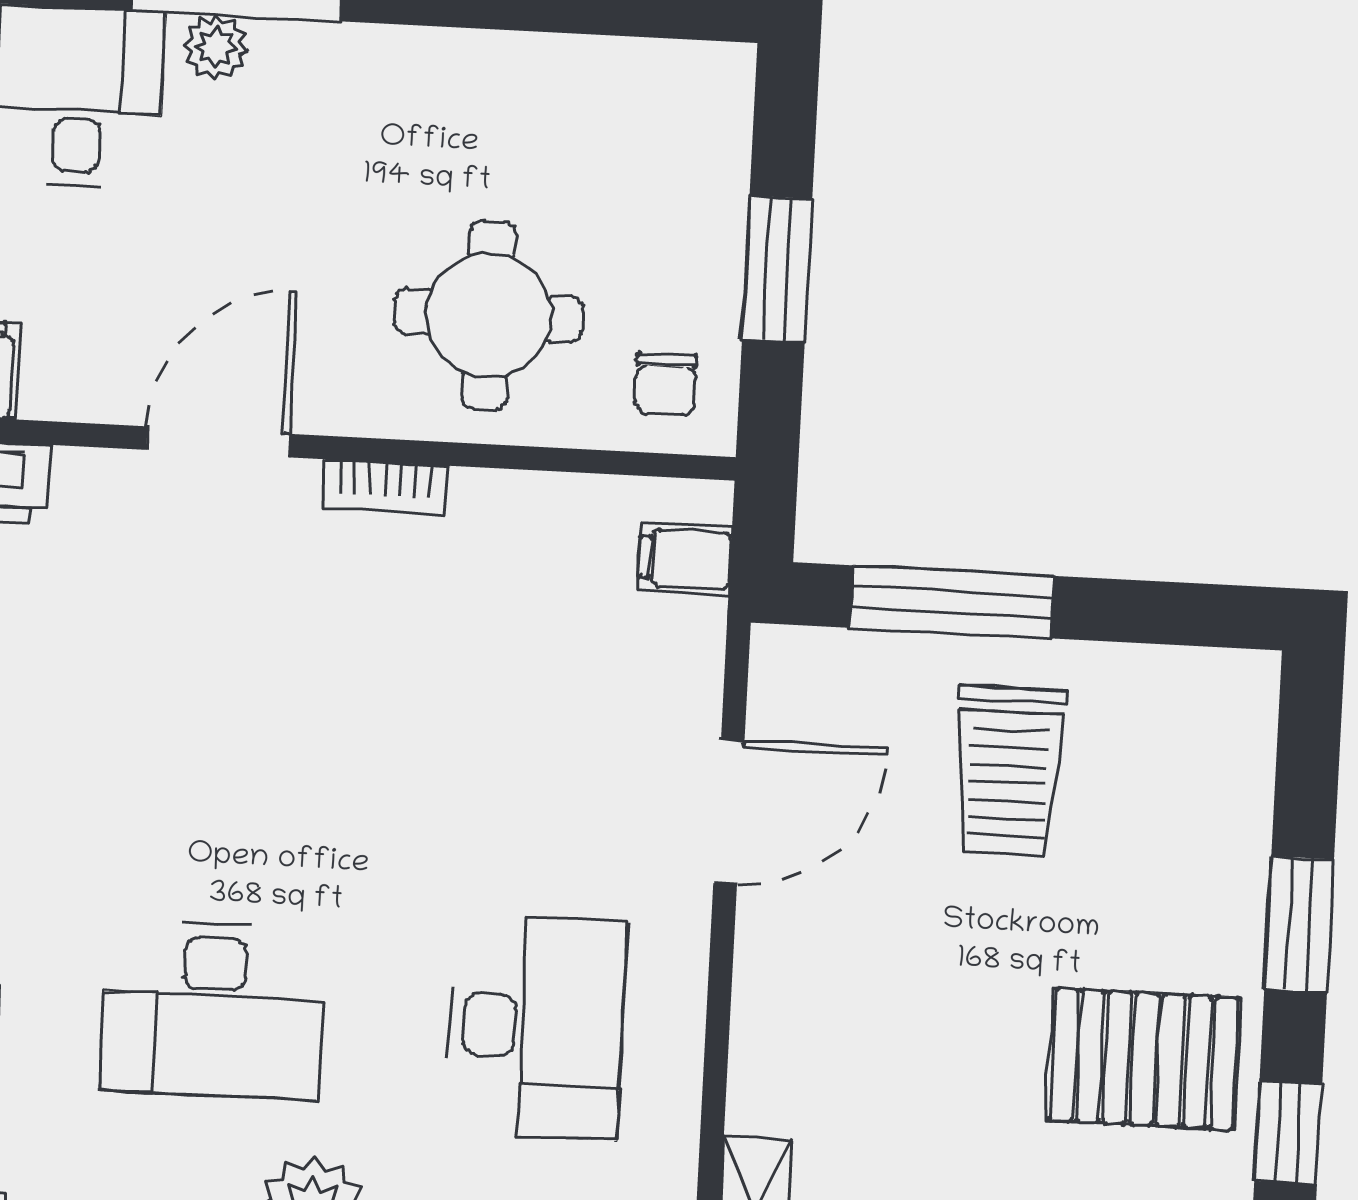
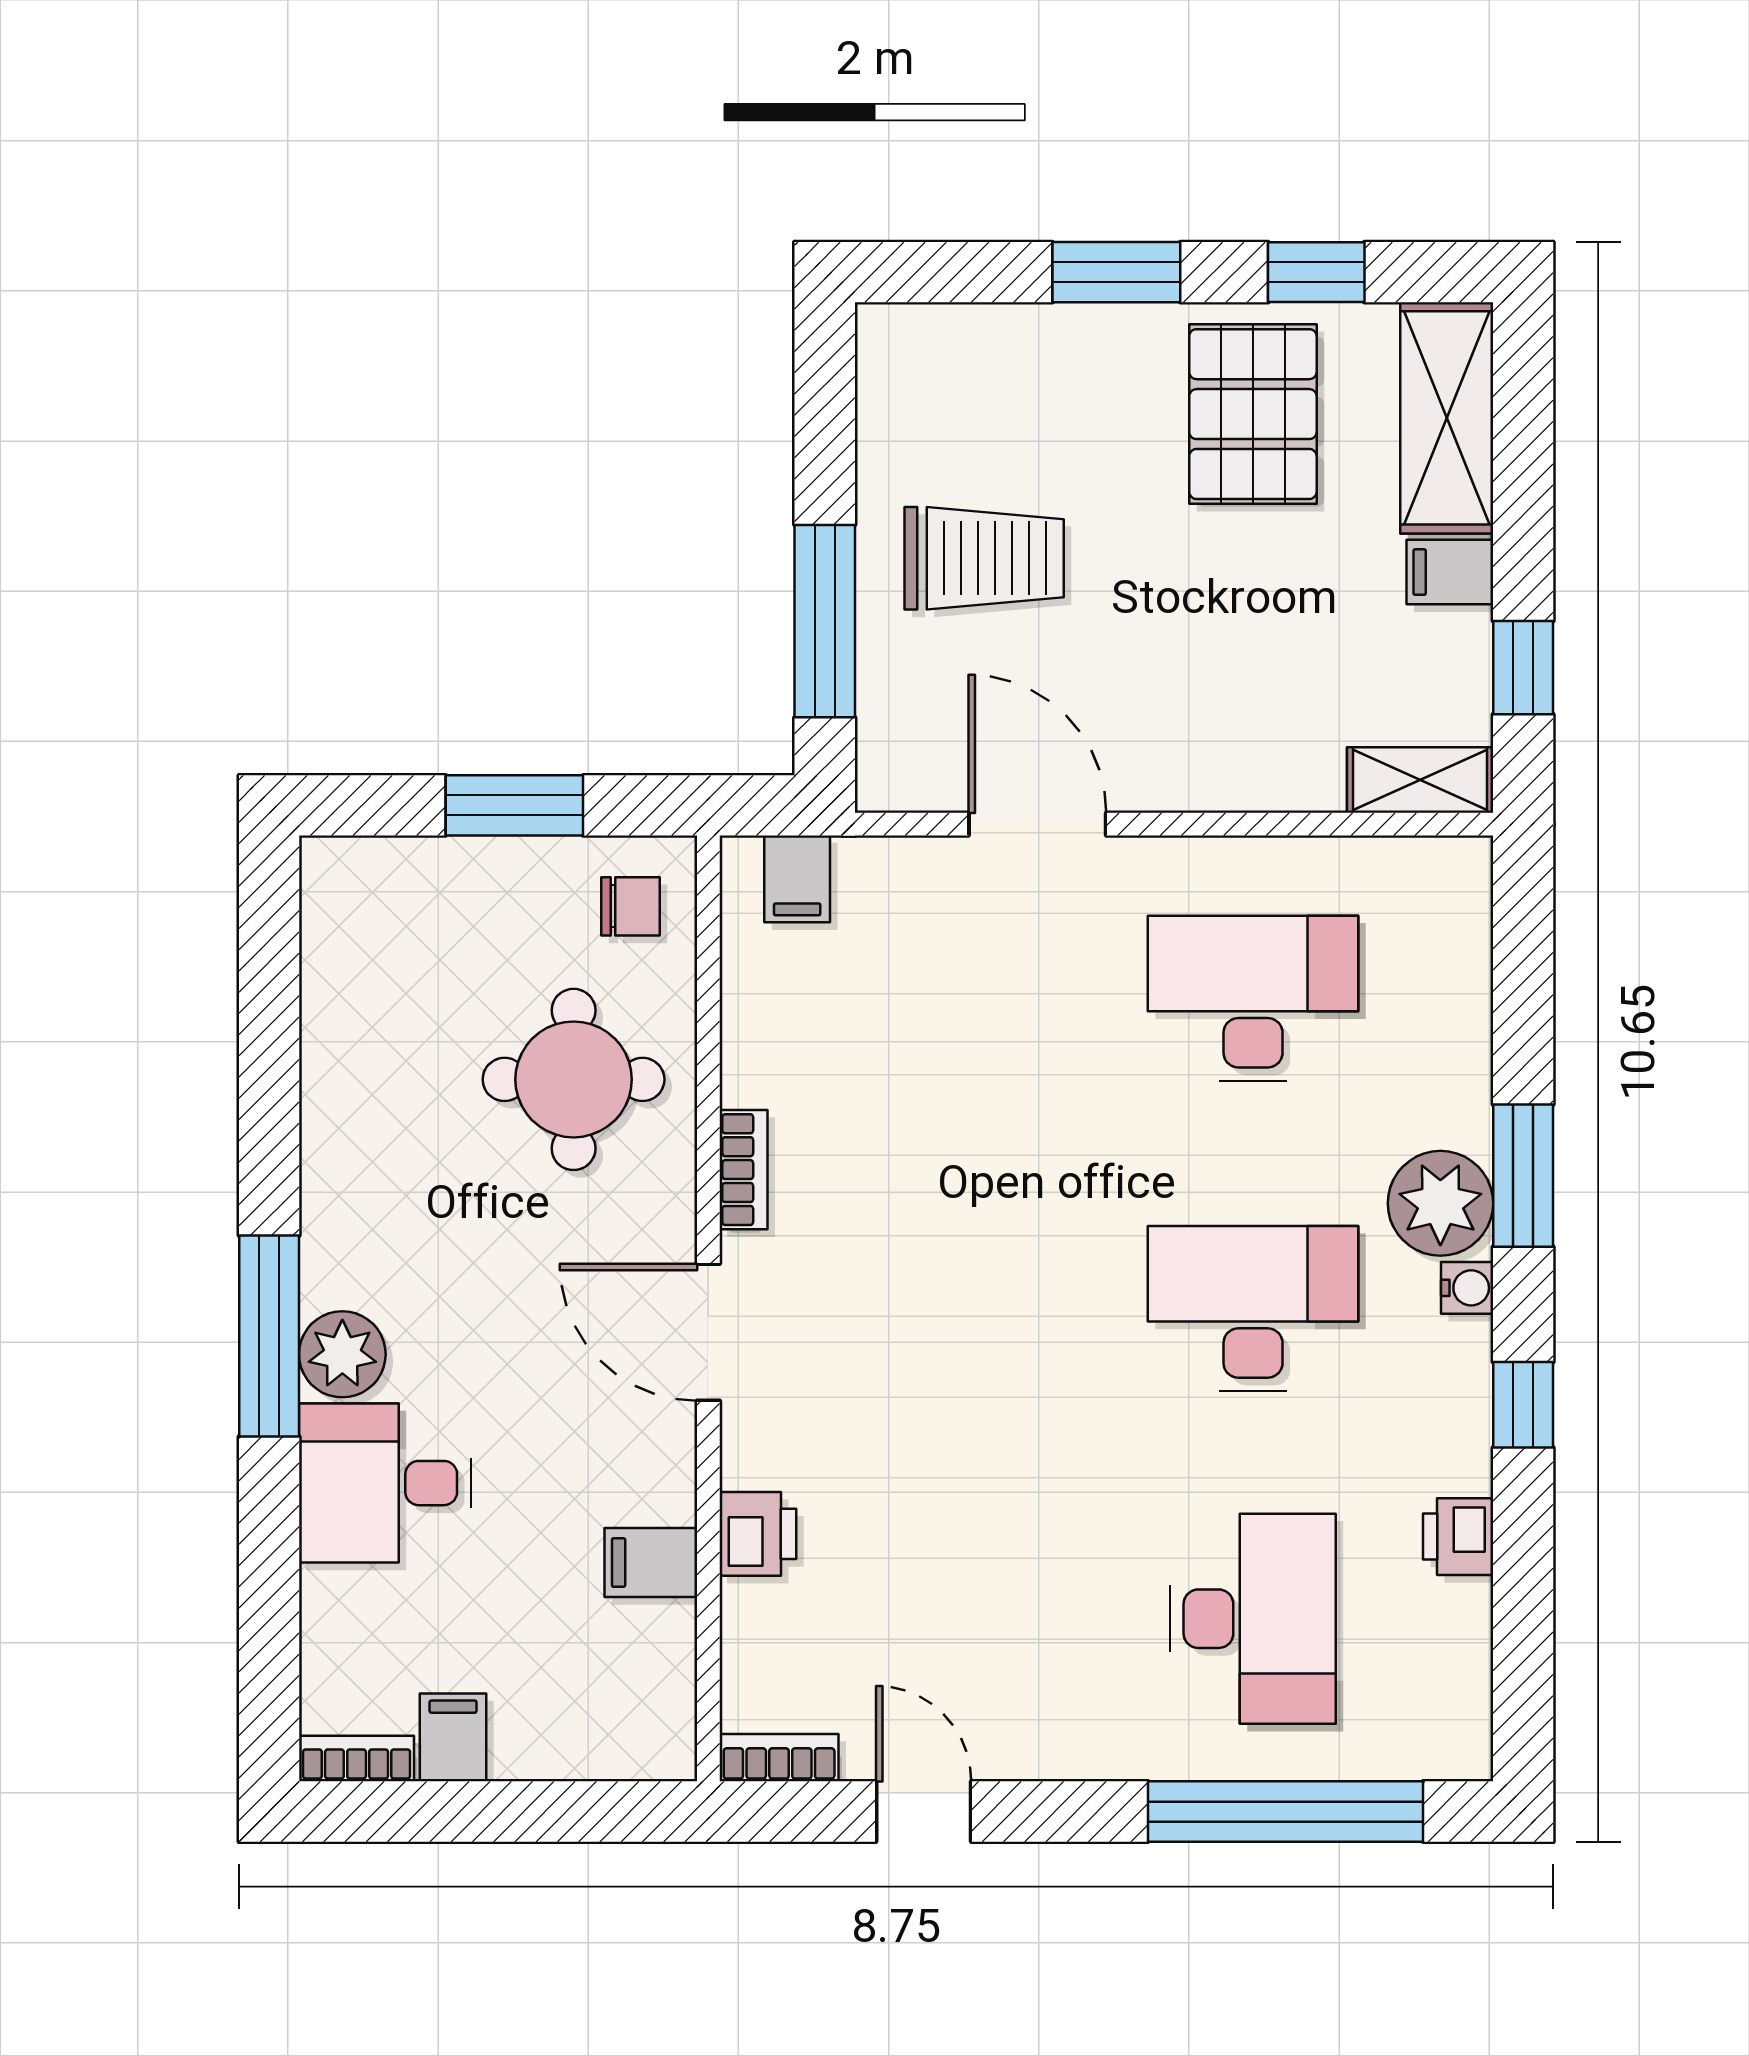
plant: (216, 47) -> (342, 1354), width x1.38, depth x1.38
desk: (213, 1010) -> (1253, 1308), turned -90

